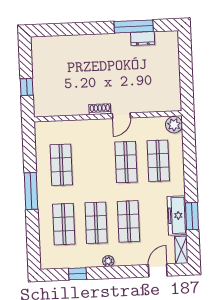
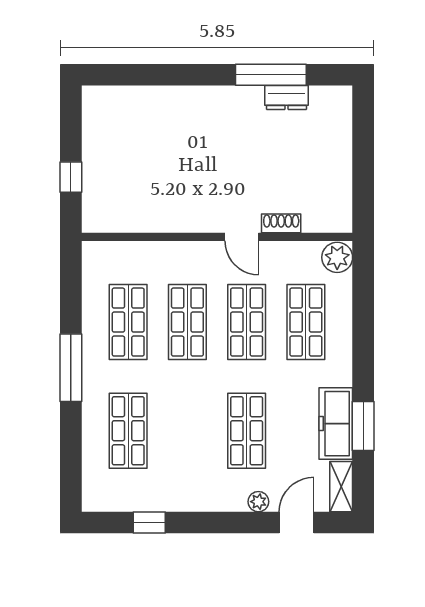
shoe rack: (100, 109) -> (281, 223), moved
door: (121, 116) -> (242, 237), hinge flipped
shop shelf: (96, 223) -> (187, 322), moved
plant: (108, 261) -> (258, 502), moved

